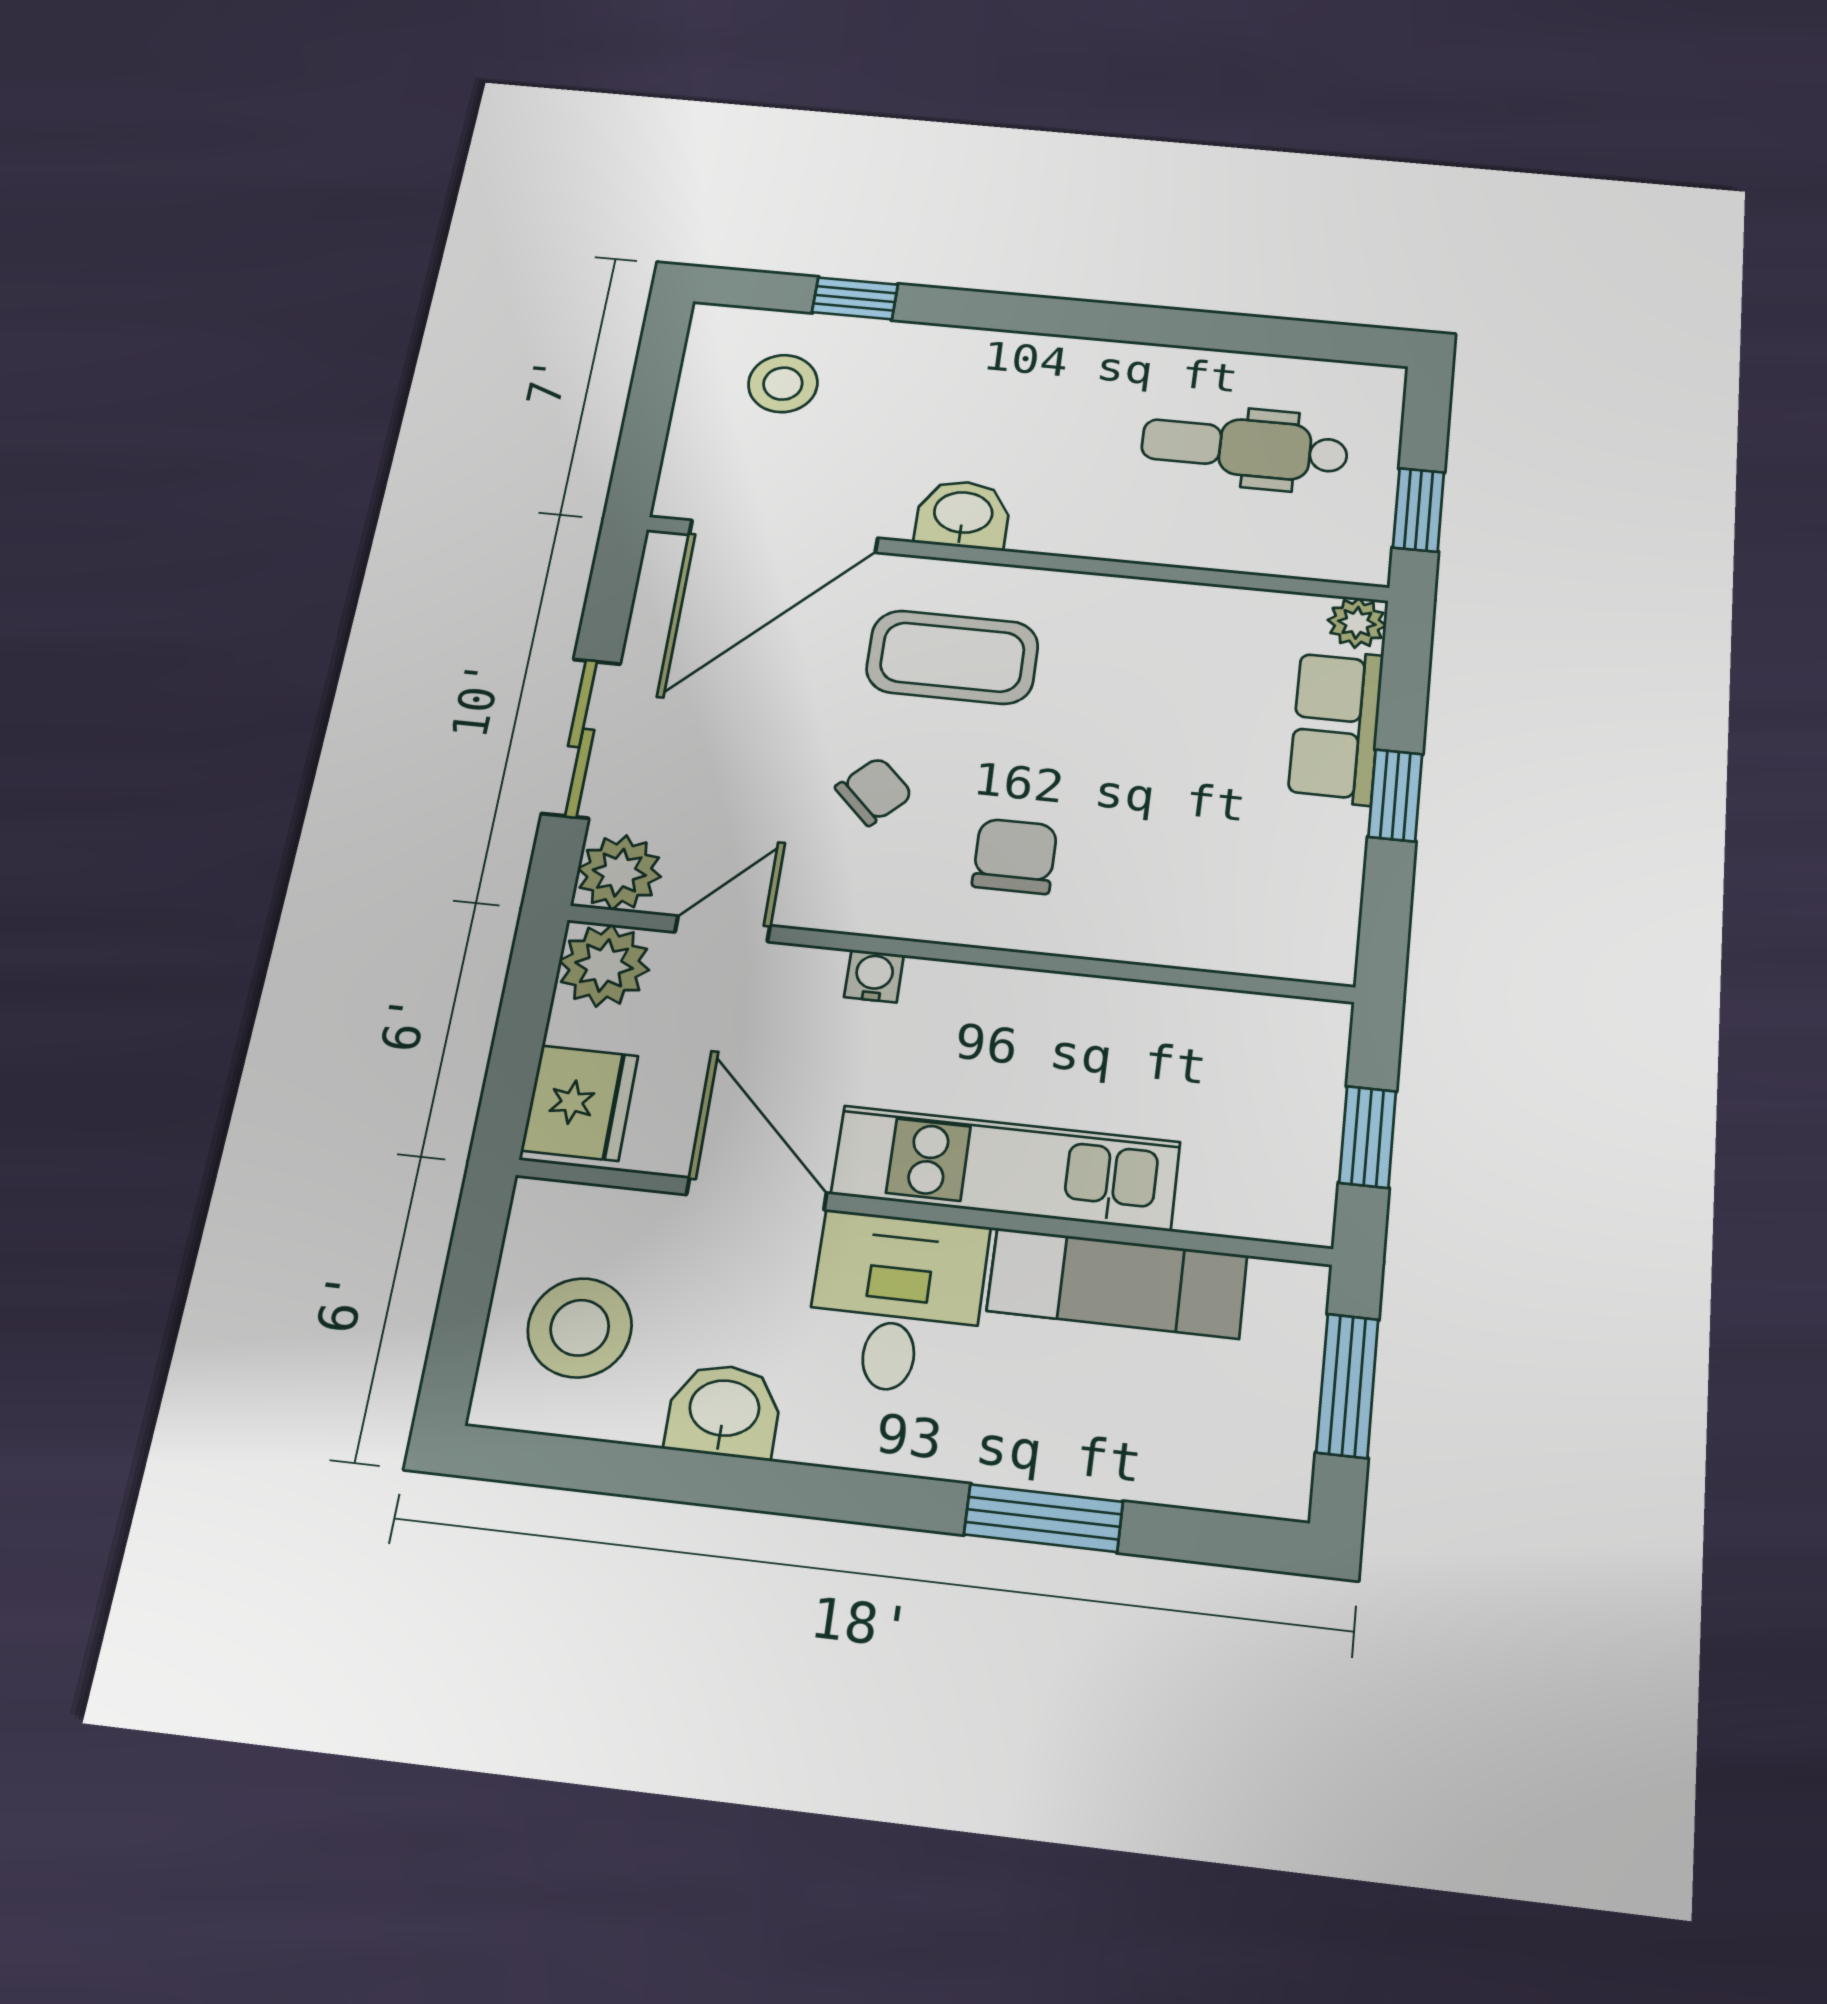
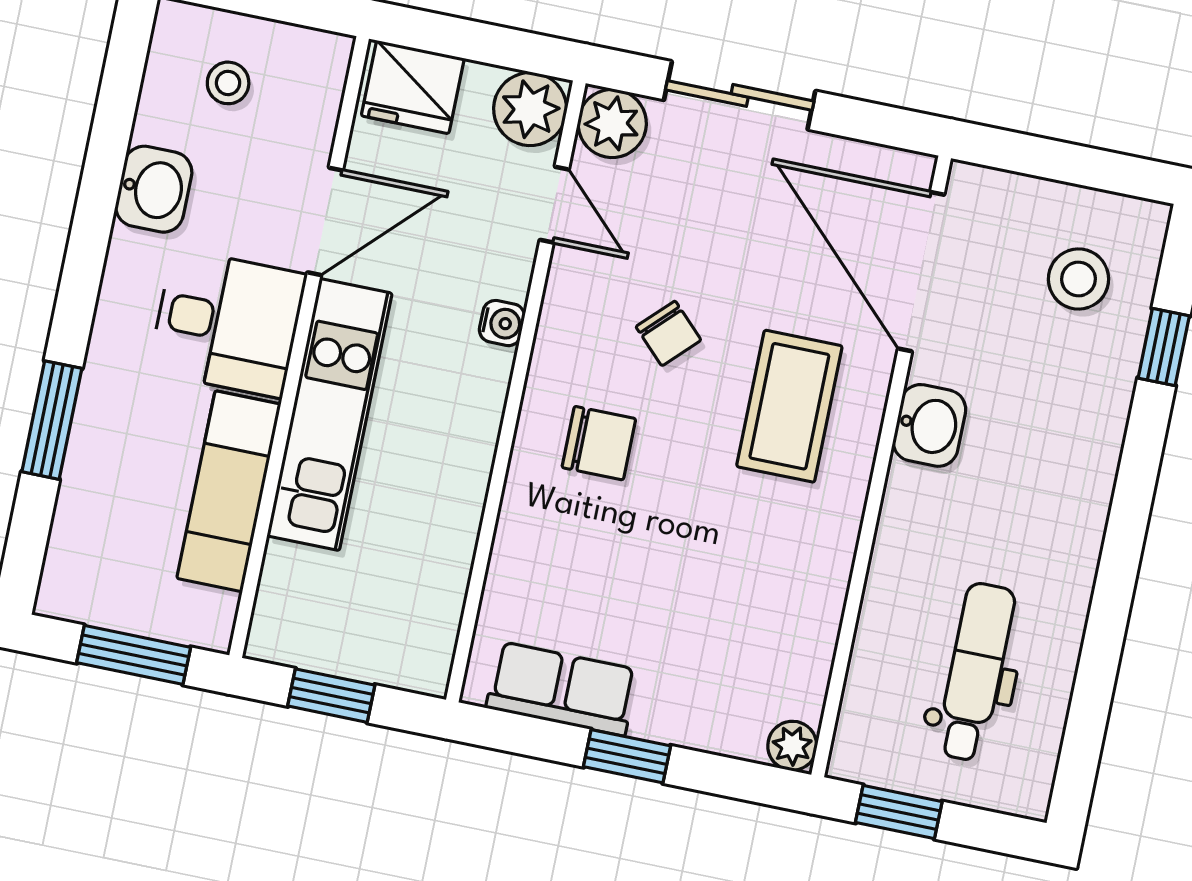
row of seats: (1336, 726) -> (562, 689), moved
stool: (580, 1328) -> (228, 83), width x0.53, depth x0.53

